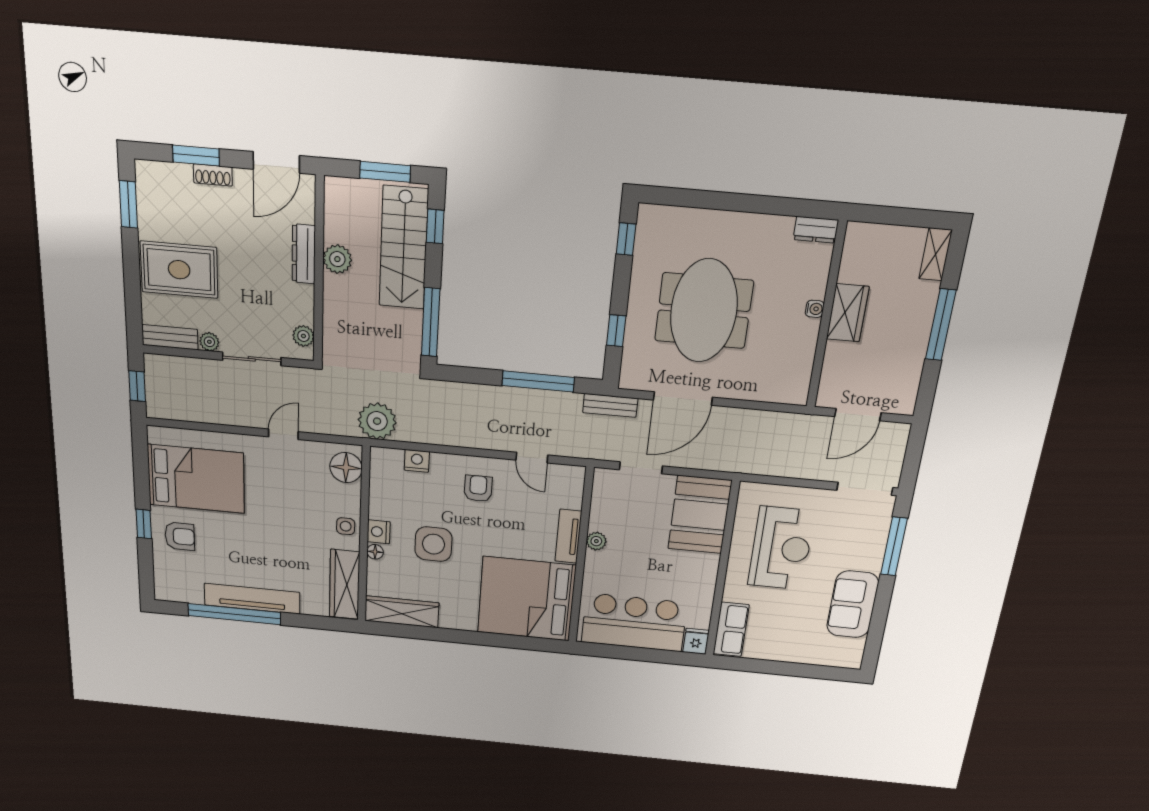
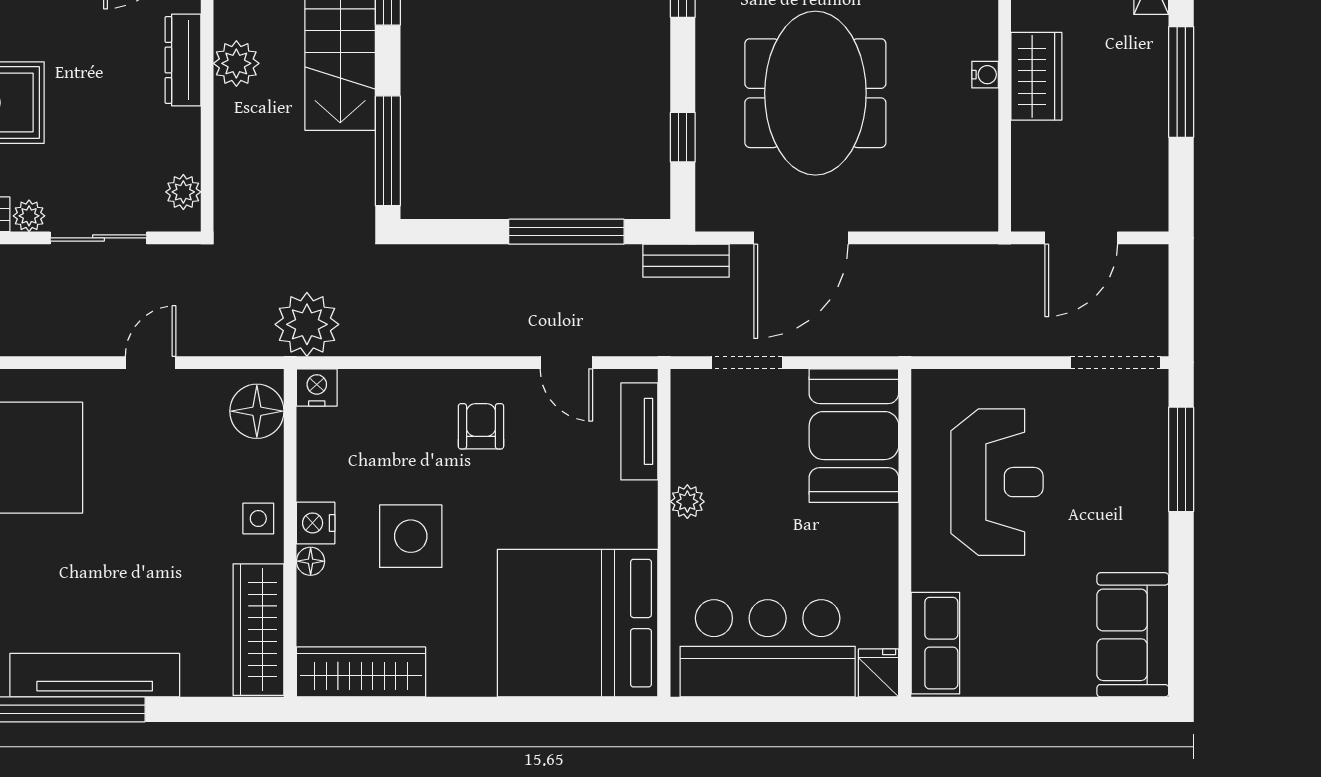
nightstand: (417, 461) -> (317, 387), moved
tv unit: (568, 536) -> (639, 431), moved
sofa: (853, 604) -> (1133, 635), moved

